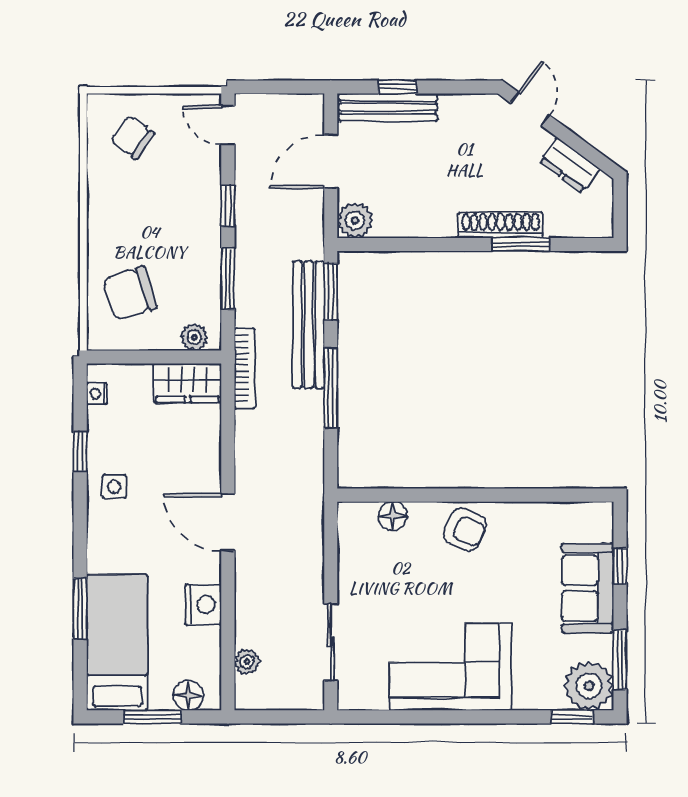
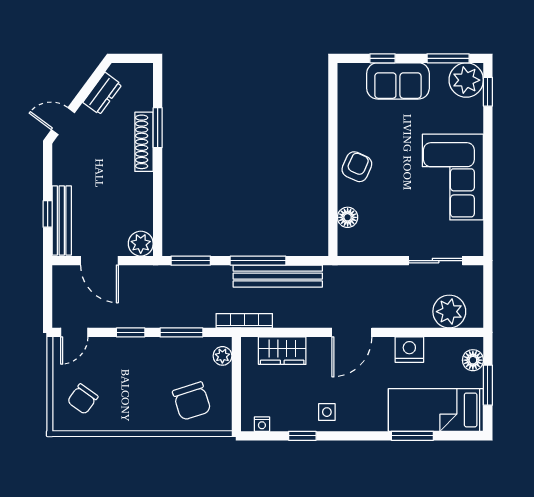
bench: (308, 325) -> (278, 276), moved
wardrobe: (188, 383) -> (282, 351), moved, turned 90
plant: (247, 662) -> (449, 312), width x1.88, depth x1.88

